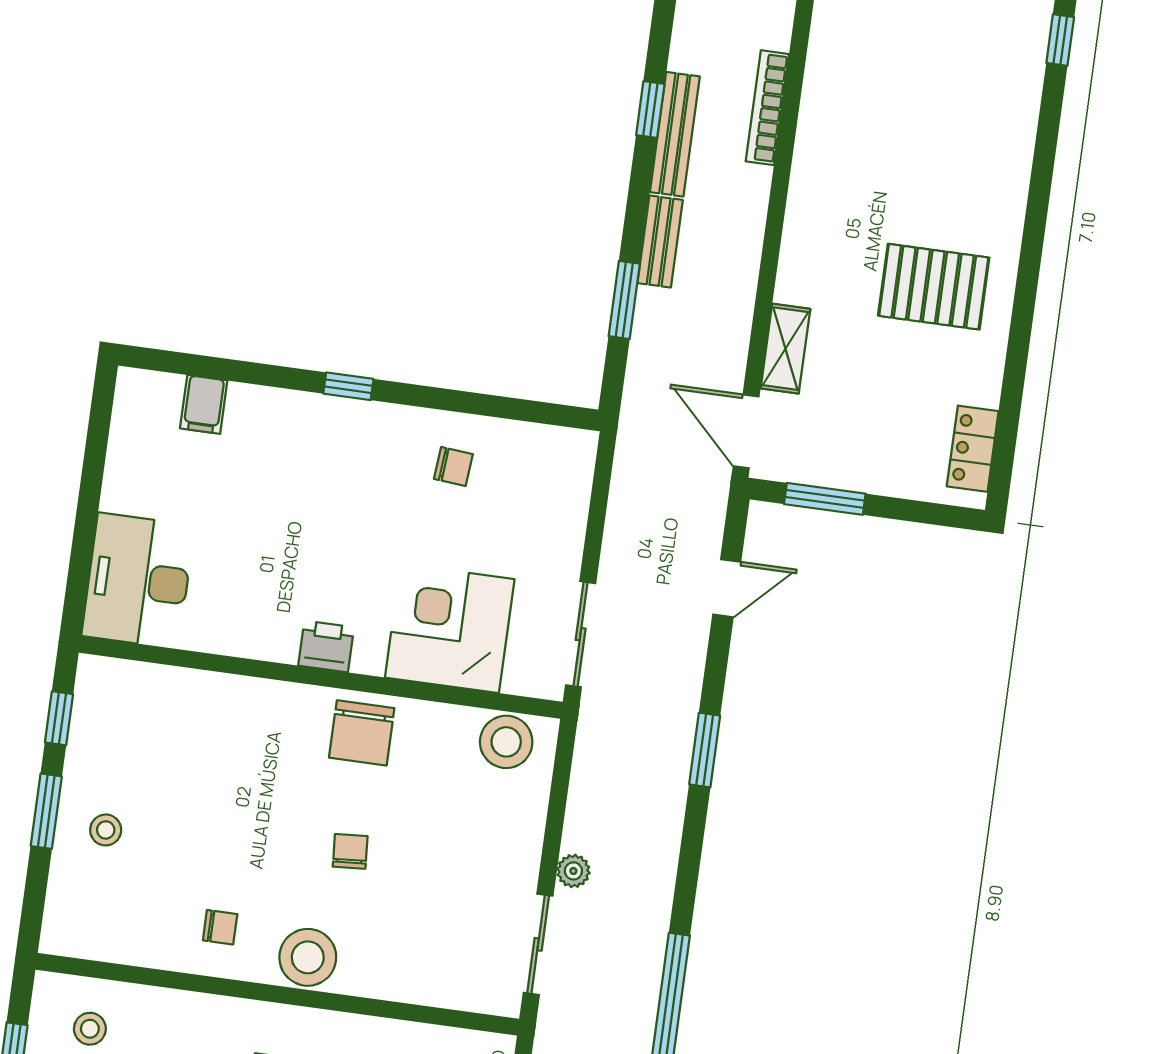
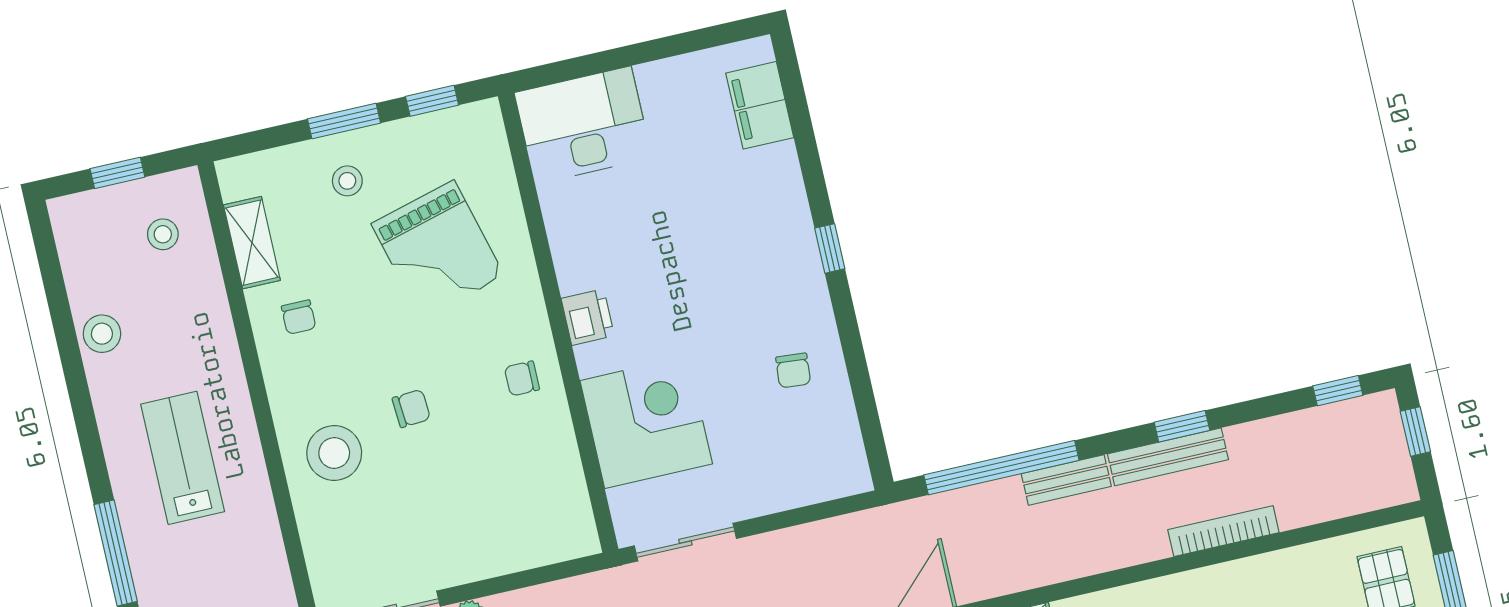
window: (624, 300) -> (1001, 468), width x2.11
filing cabinet: (204, 404) -> (760, 105), width x2.00
chair: (362, 733) -> (522, 378), width x0.54, depth x0.54
stool: (506, 742) -> (563, 512), removed
grand piano: (206, 767) -> (438, 250), added
shelving: (131, 945) -> (252, 243), added
stool: (308, 957) -> (334, 453), moved

